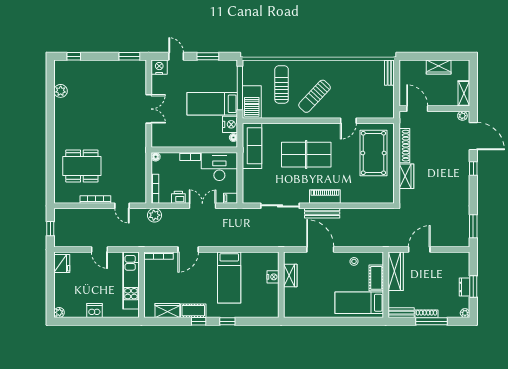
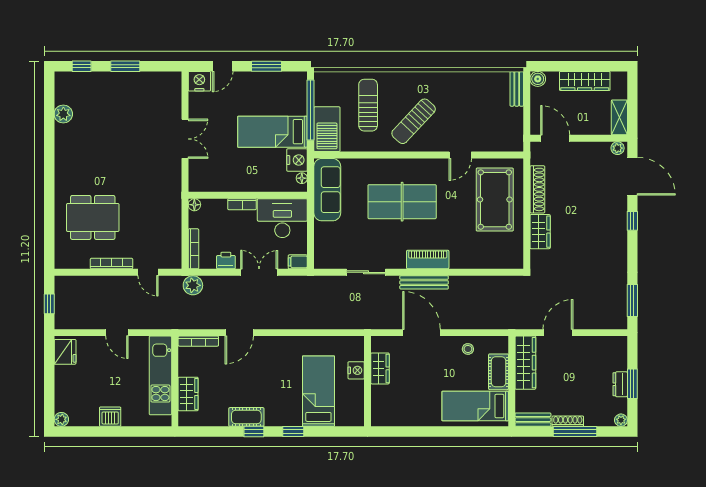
window: (129, 56) -> (125, 66), moved
door: (176, 56) -> (223, 66), swing flipped
boiler: (405, 66) -> (538, 79), added
wardrobe: (439, 67) -> (585, 81), width x1.50
sliding door: (280, 206) -> (366, 272), width x0.73
bed: (229, 278) -> (318, 391), moved, turned 180
wardrobe: (167, 310) -> (188, 394), moved, turned 90

